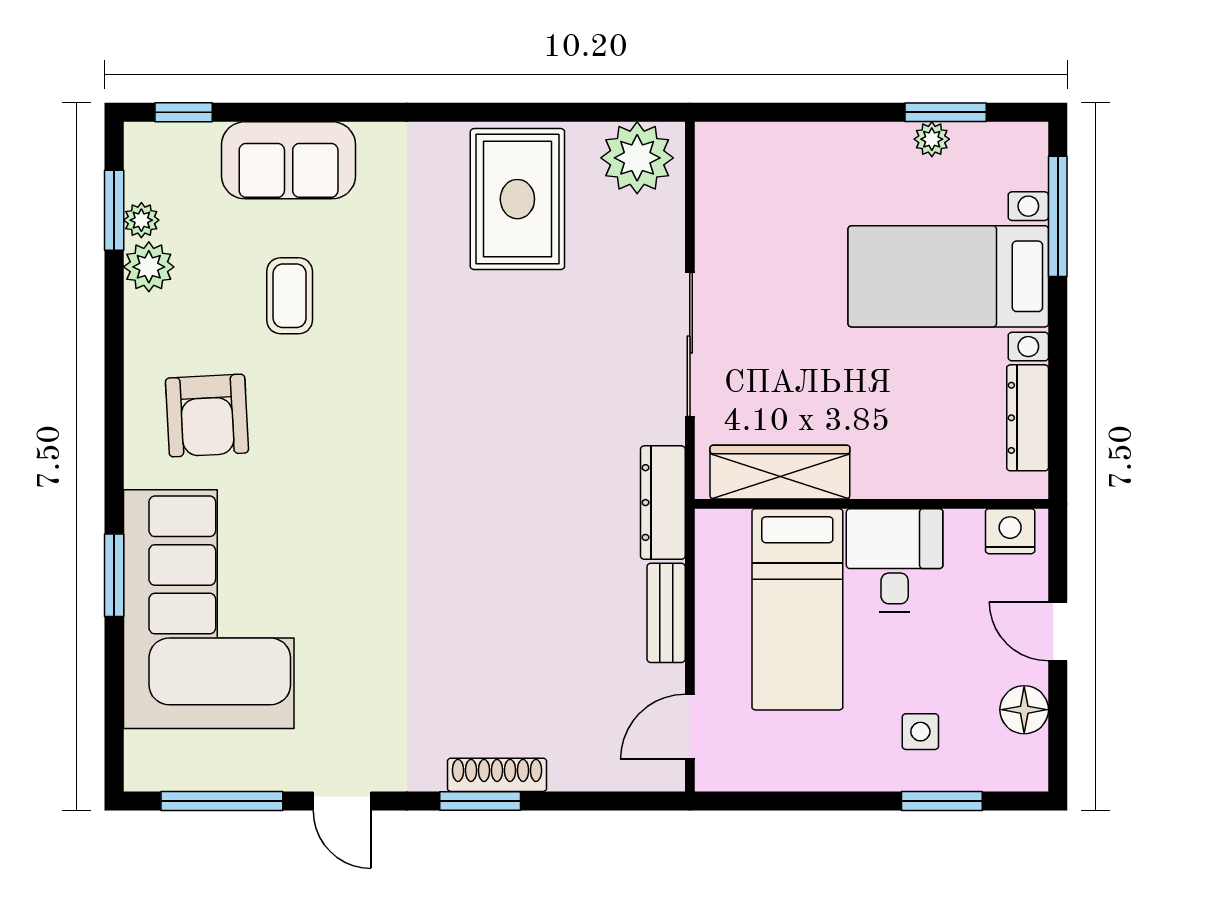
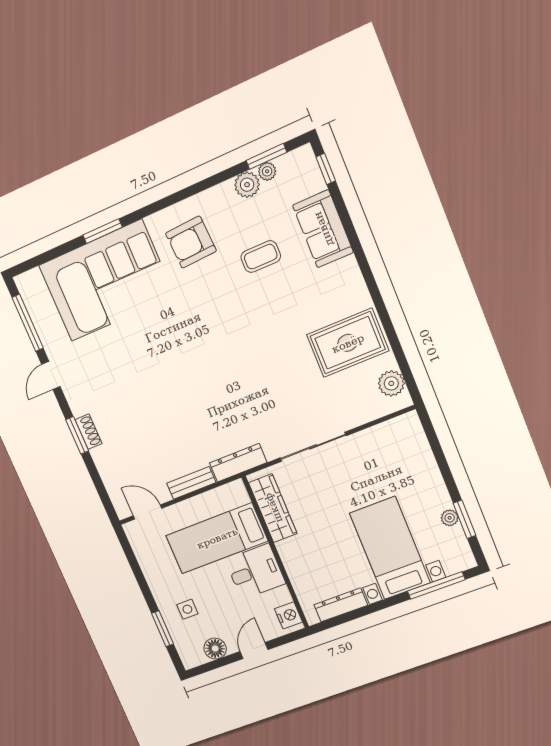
plant: (637, 158) -> (391, 383), width x0.73, depth x0.73
shoe rack: (497, 775) -> (88, 432), width x0.70

